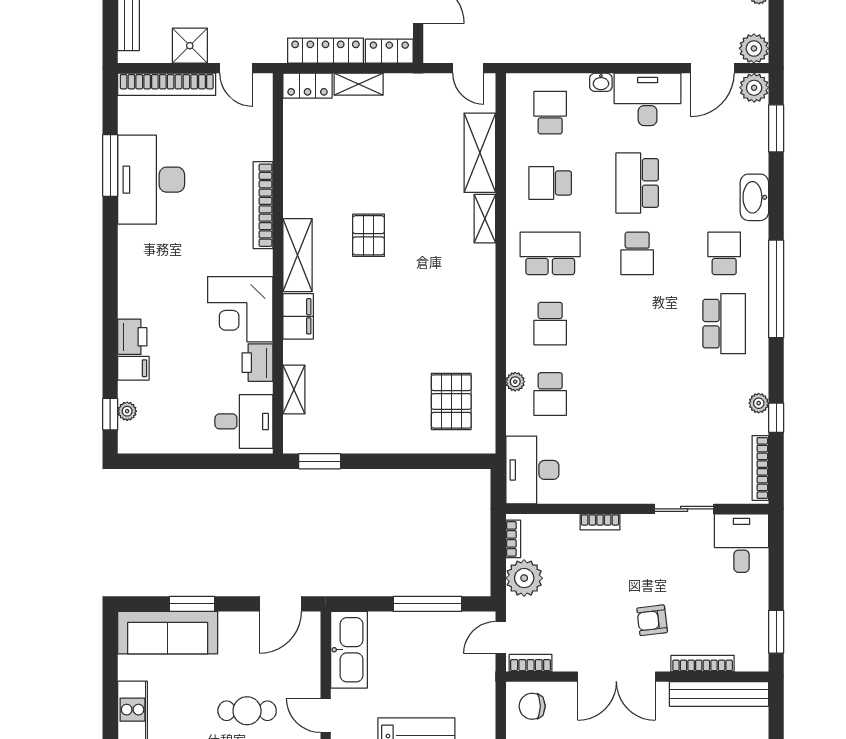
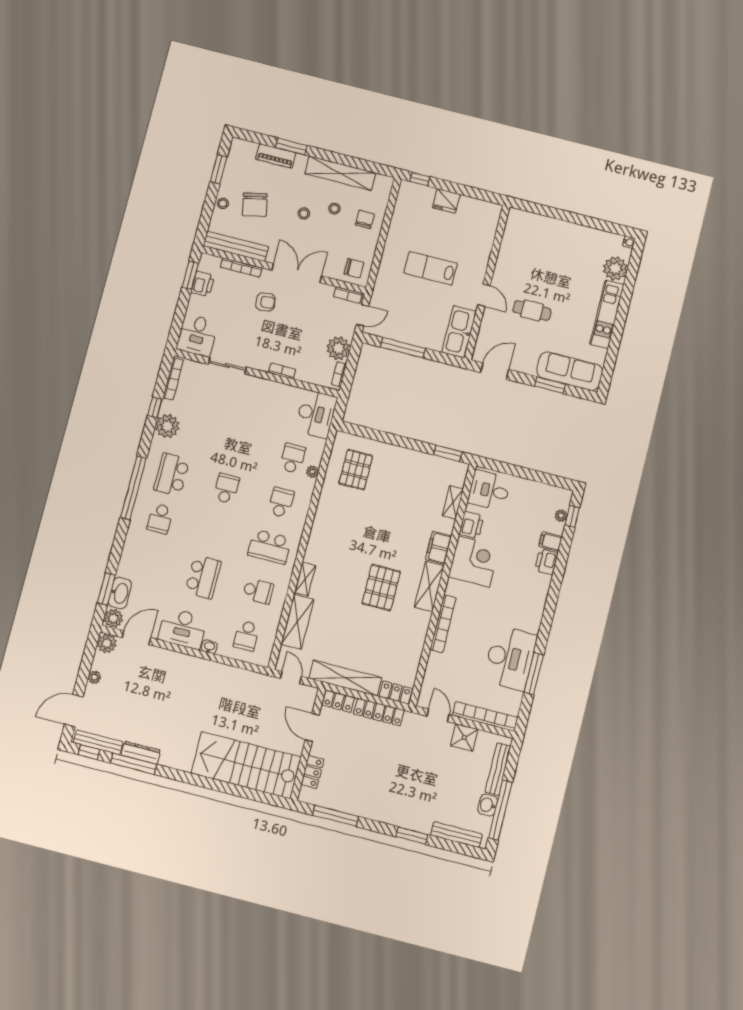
shelving: (359, 84) -> (345, 678), width x2.20, depth x1.33
washbasin: (754, 197) -> (120, 593), moved
pallet: (369, 235) -> (381, 587), width x1.50, depth x1.42
school desk: (637, 253) -> (226, 488), moved
plant: (759, 403) -> (167, 426), width x1.87, depth x1.87
printer: (754, 624) -> (203, 284), added

